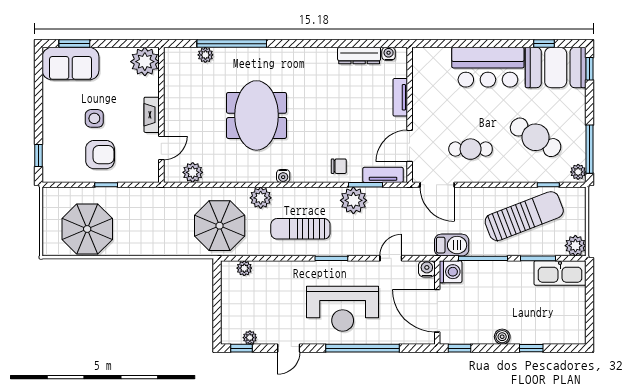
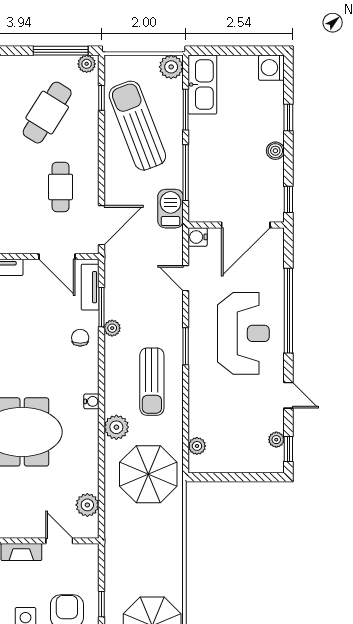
plant: (353, 200) -> (112, 328), width x0.53, depth x0.53
washing machine: (451, 272) -> (271, 68), moved, turned -90

